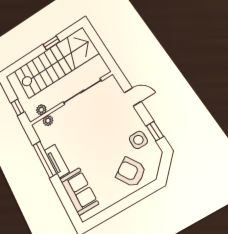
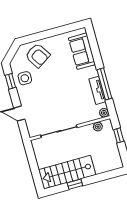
stairs: (56, 63) -> (67, 172), width x0.73, depth x0.66
plant: (48, 121) -> (104, 113), moved
tv unit: (57, 161) -> (97, 90), moved

